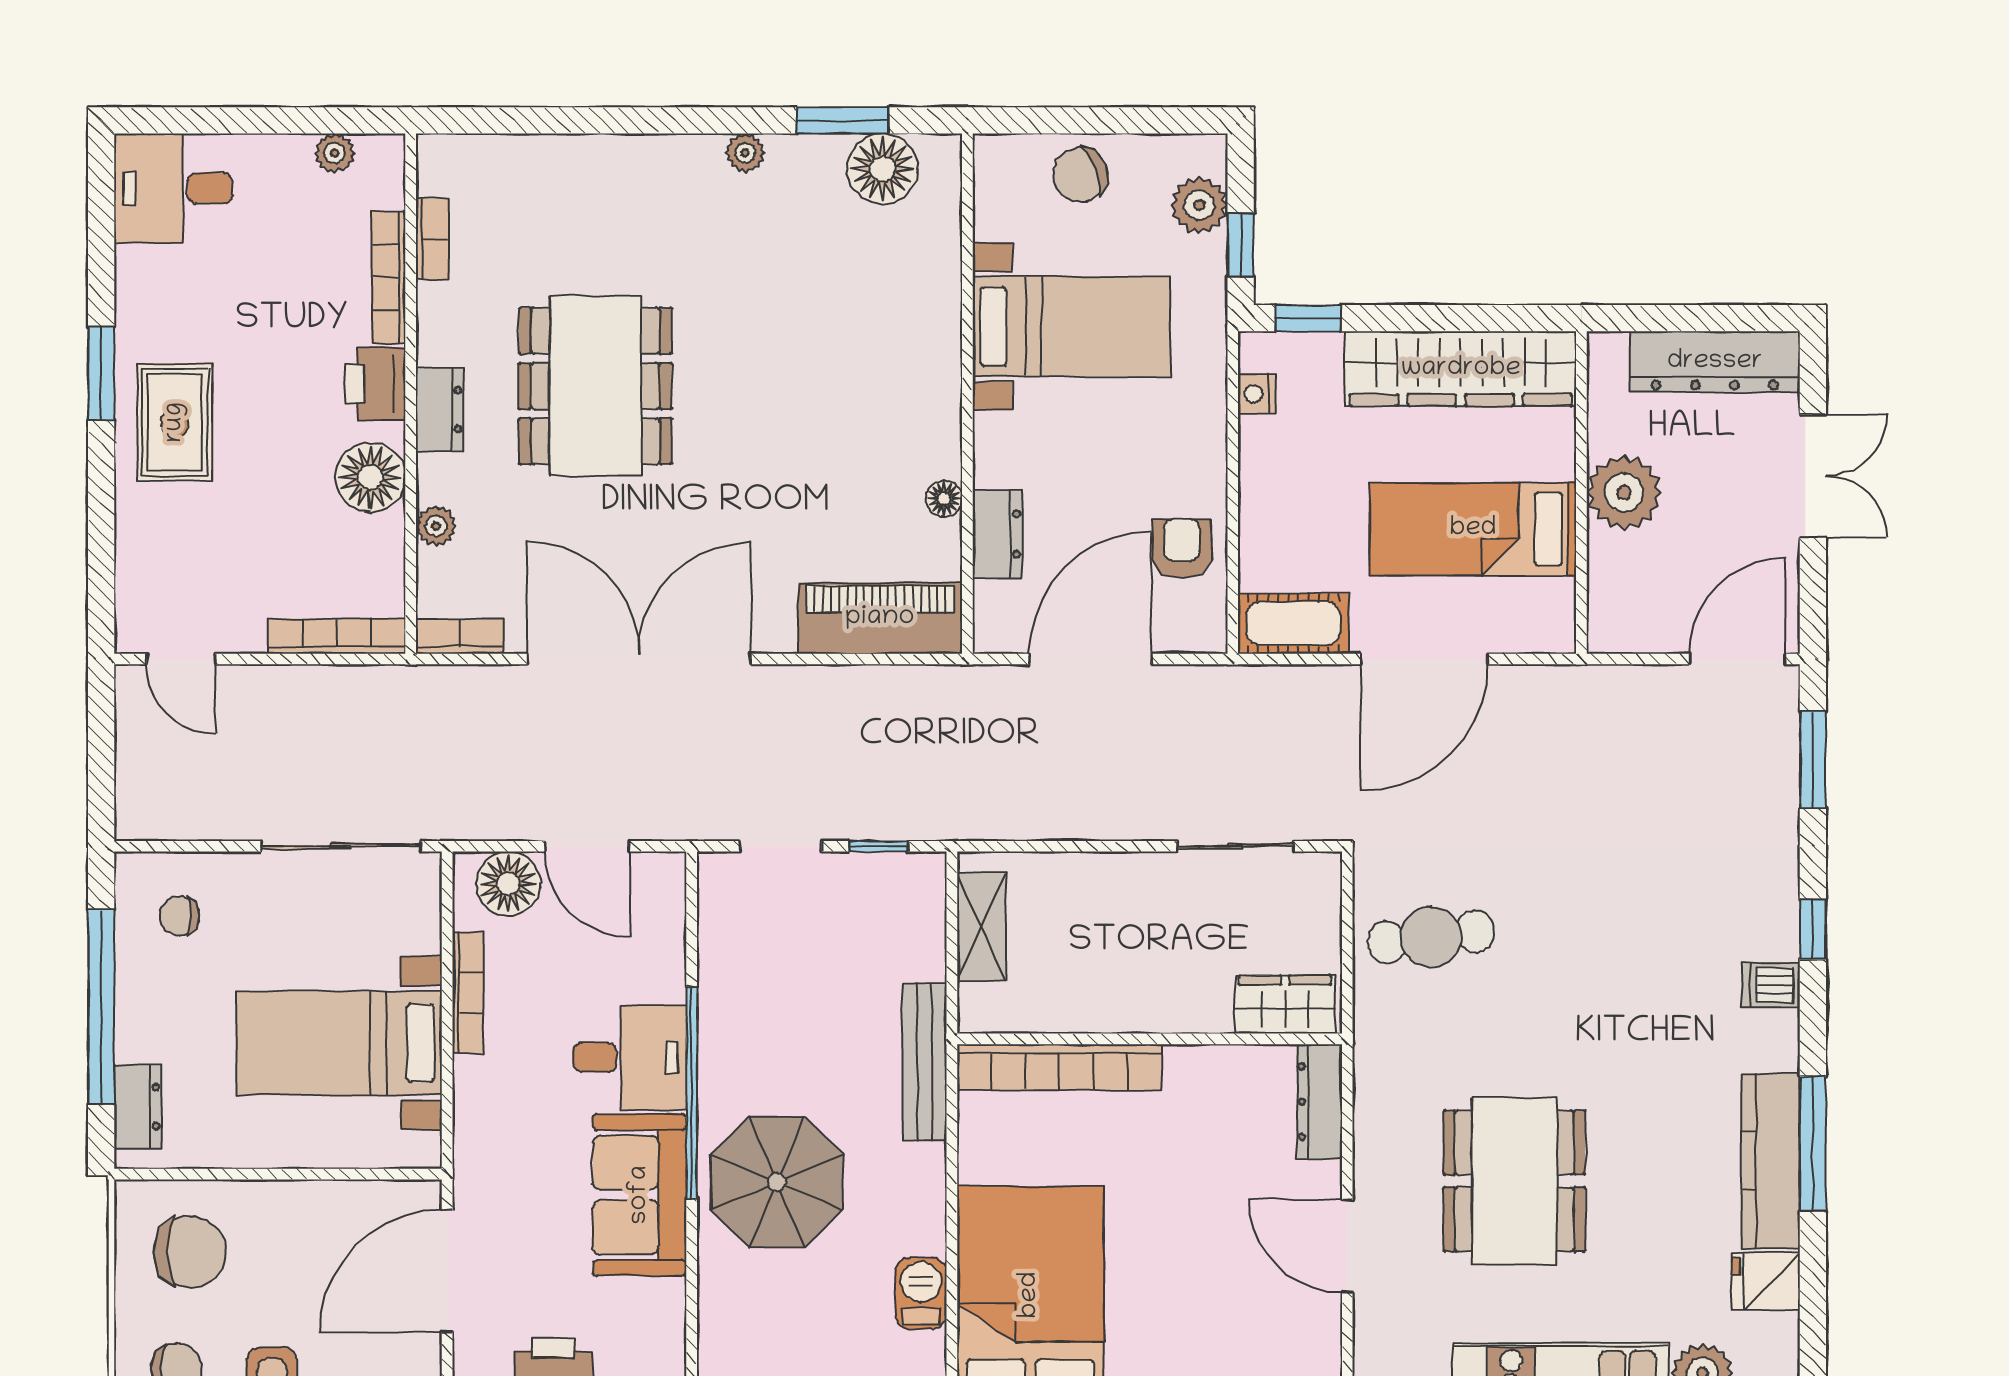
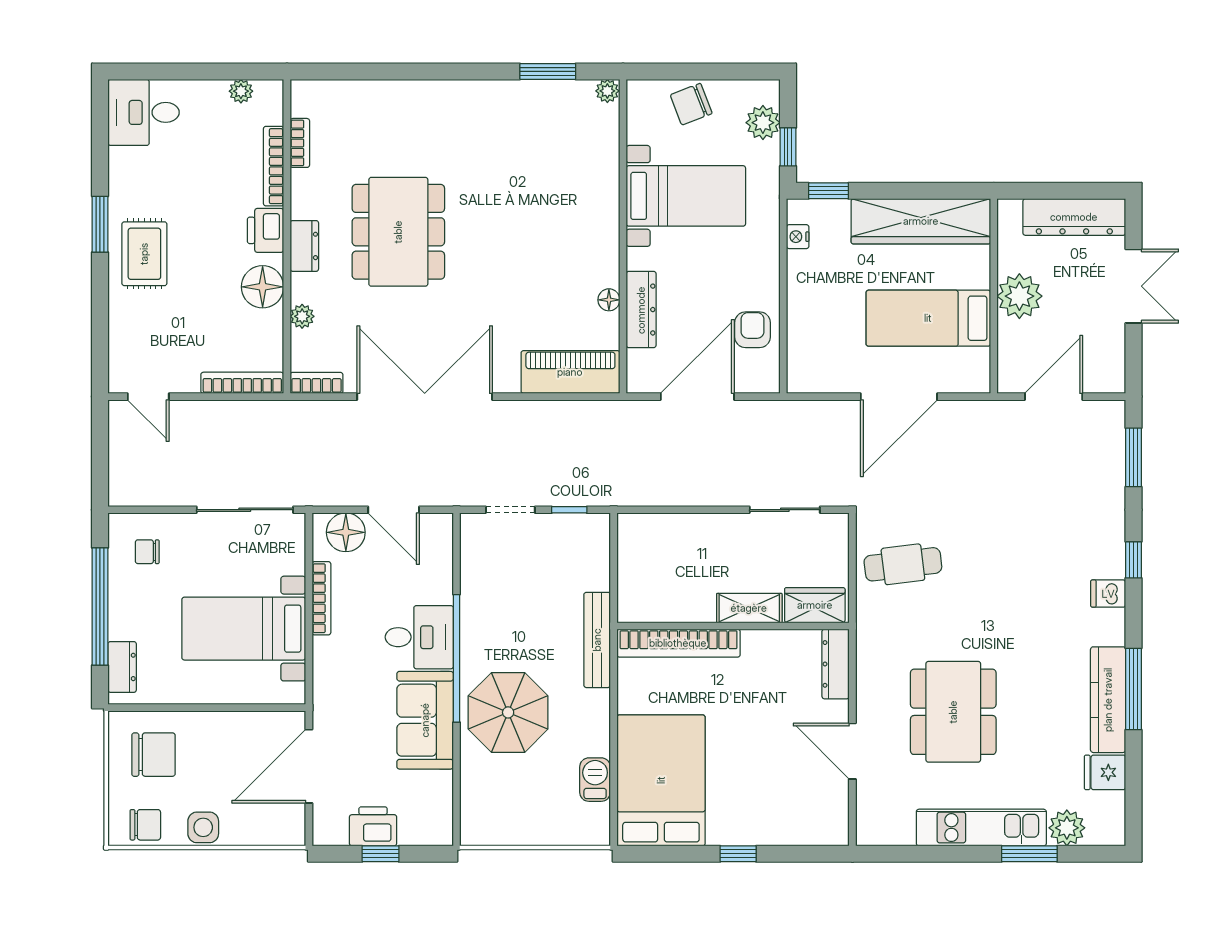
plant: (745, 153) -> (607, 91), moved
floor lamp: (883, 169) -> (572, 101), removed
dresser: (997, 534) -> (641, 310), width x1.44
cot: (1293, 624) -> (820, 375), removed
door: (1738, 659) -> (1054, 397), moved
shelving: (981, 927) -> (749, 608), moved, turned 90

